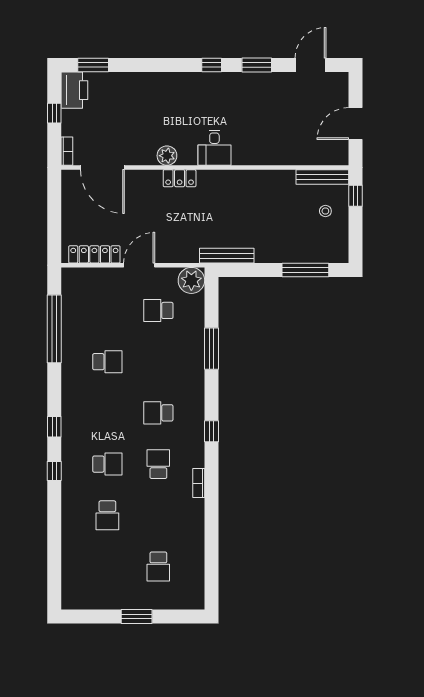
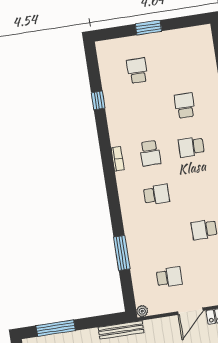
plant: (191, 280) -> (142, 311), width x0.53, depth x0.53
window: (211, 431) -> (98, 100), moved
bookcase: (199, 483) -> (118, 159), moved

